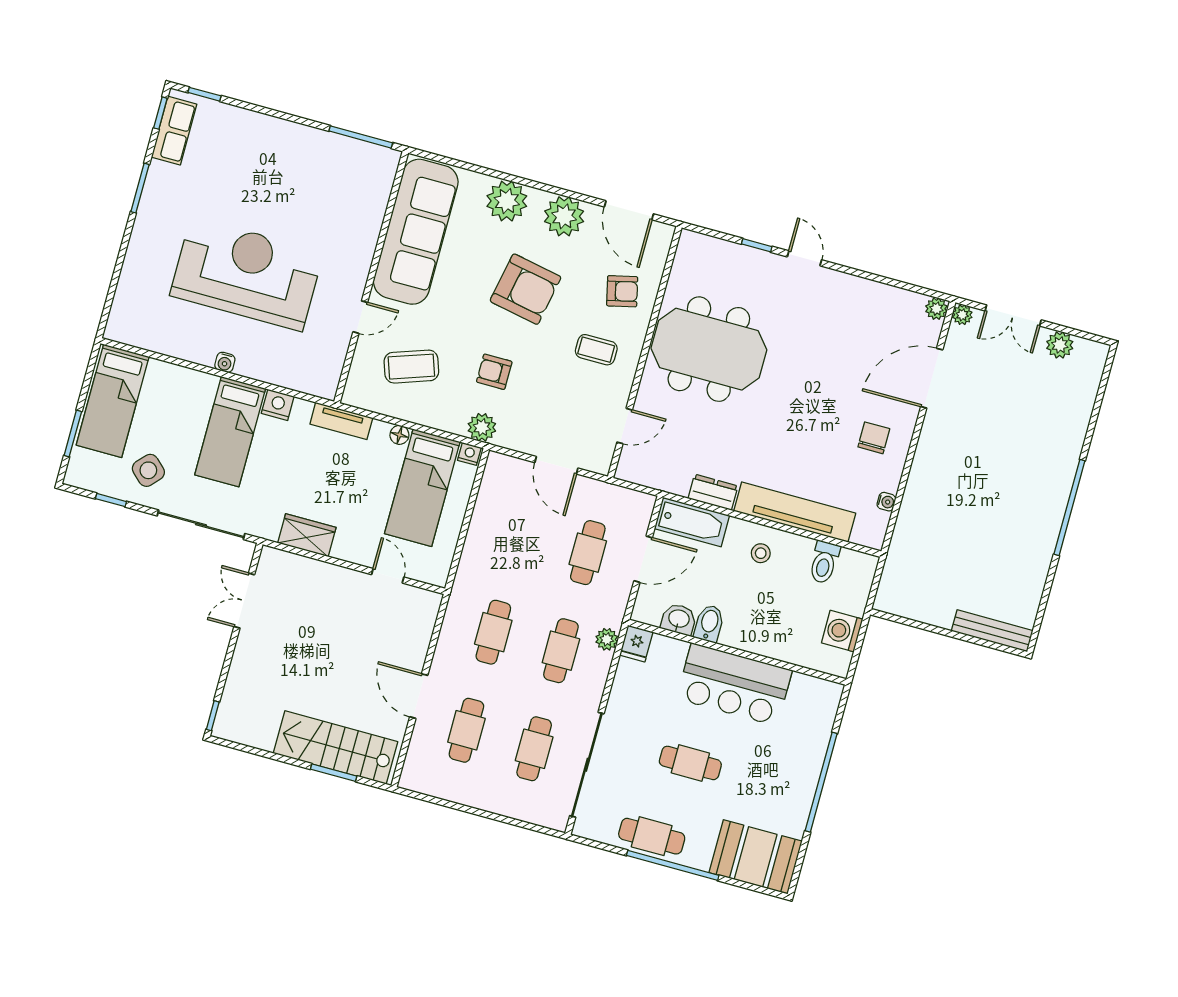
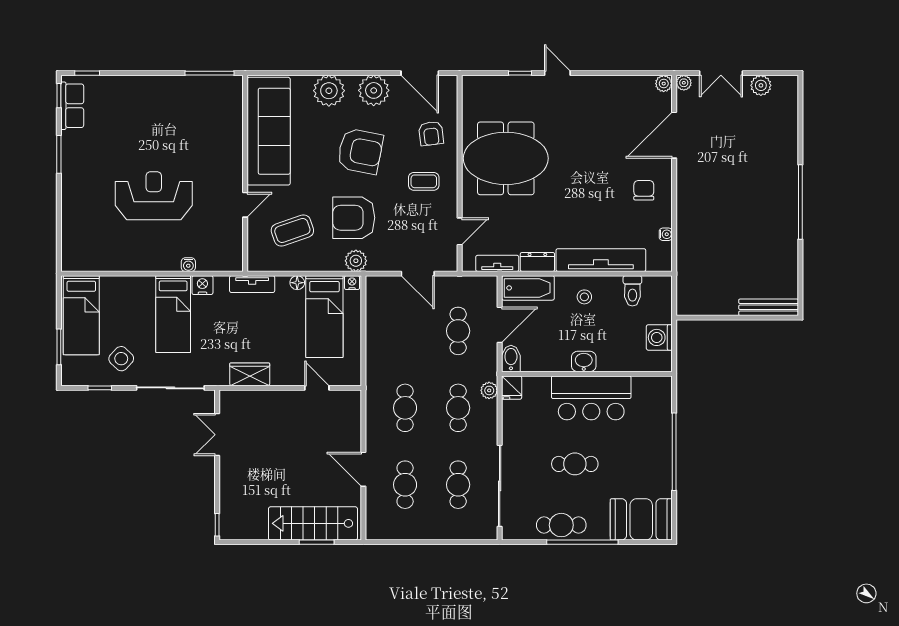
reception desk: (247, 274) -> (154, 196), width x0.74, depth x0.77
armchair: (622, 291) -> (431, 133), turned 96
water cooler: (225, 362) -> (188, 265), moved
armchair: (494, 372) -> (354, 218), width x1.88, depth x1.88
tv unit: (661, 480) -> (497, 263), added
washbasin: (679, 619) -> (584, 361), moved
bidet: (709, 623) -> (511, 358), moved

